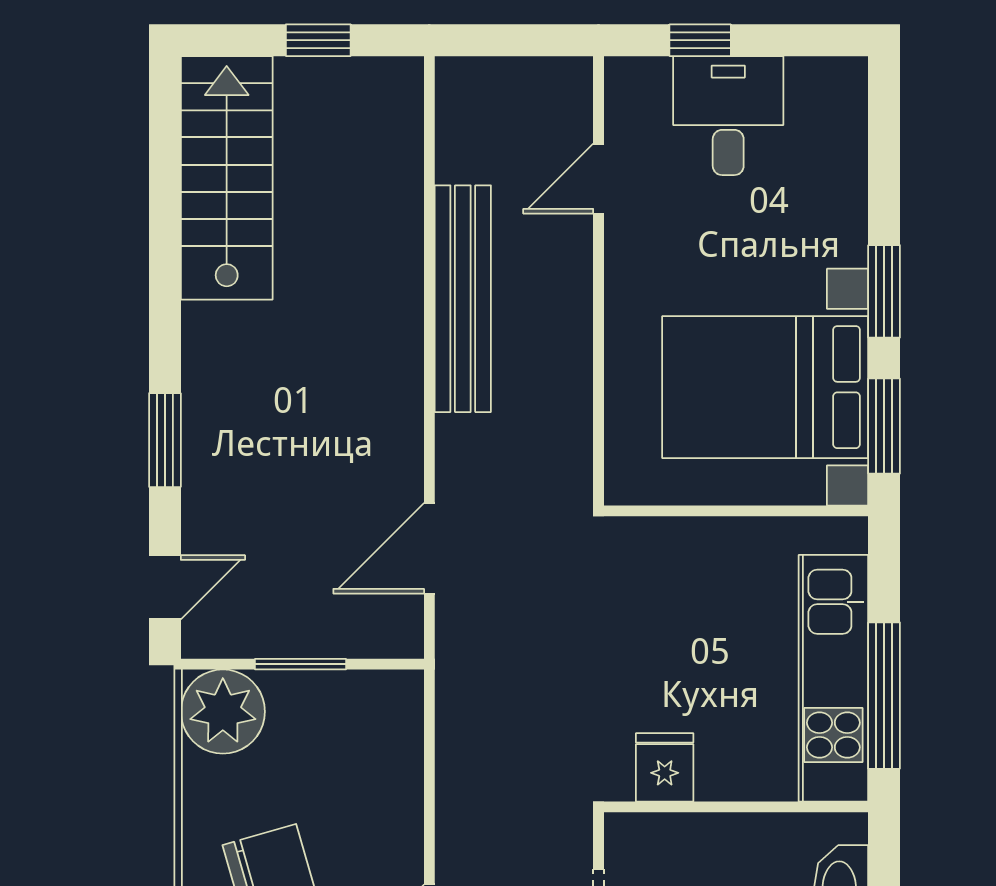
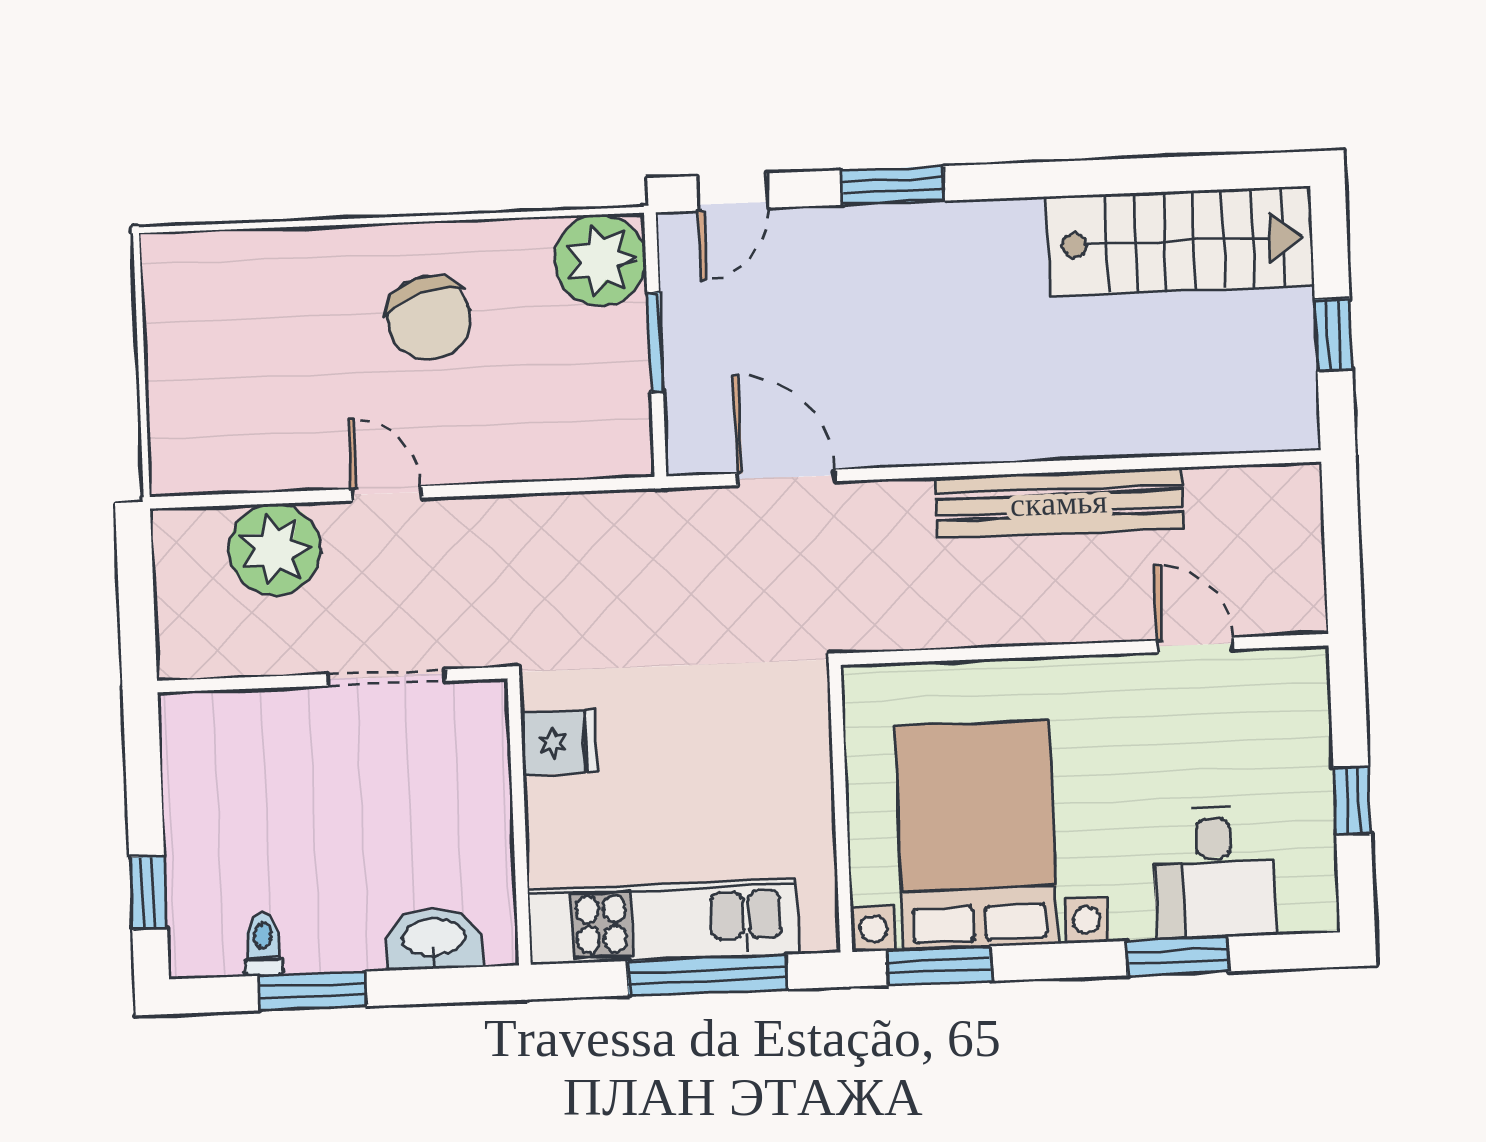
window: (700, 40) -> (1352, 800), moved
desk: (728, 116) -> (1215, 873), moved, turned 90
window: (884, 291) -> (1177, 956), moved
door: (165, 587) -> (733, 192), hinge flipped
window: (884, 696) -> (708, 975), moved

